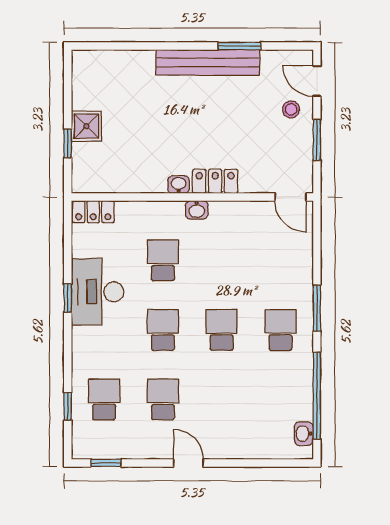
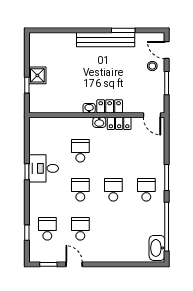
locker: (93, 212) -> (119, 123), moved
desk: (97, 292) -> (44, 168), width x0.73
washbasin: (304, 434) -> (157, 248), width x1.91, depth x1.45
door: (189, 463) -> (74, 264), moved

